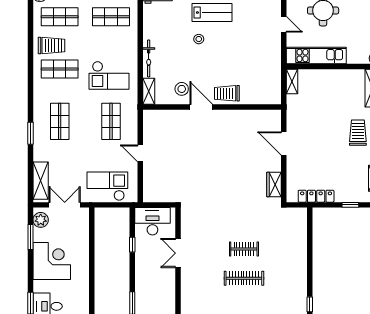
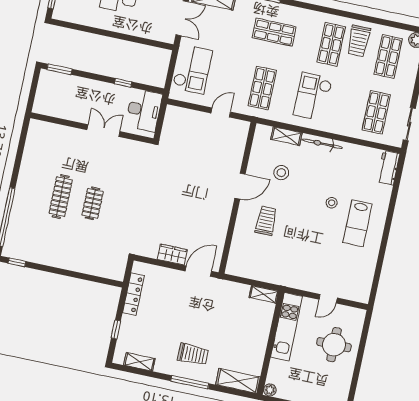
door: (201, 107) -> (240, 186), moved
wall: (212, 107) -> (238, 198), moved
shop shelf: (111, 121) -> (262, 88), turned 90
wardrobe: (274, 184) -> (172, 254), moved

